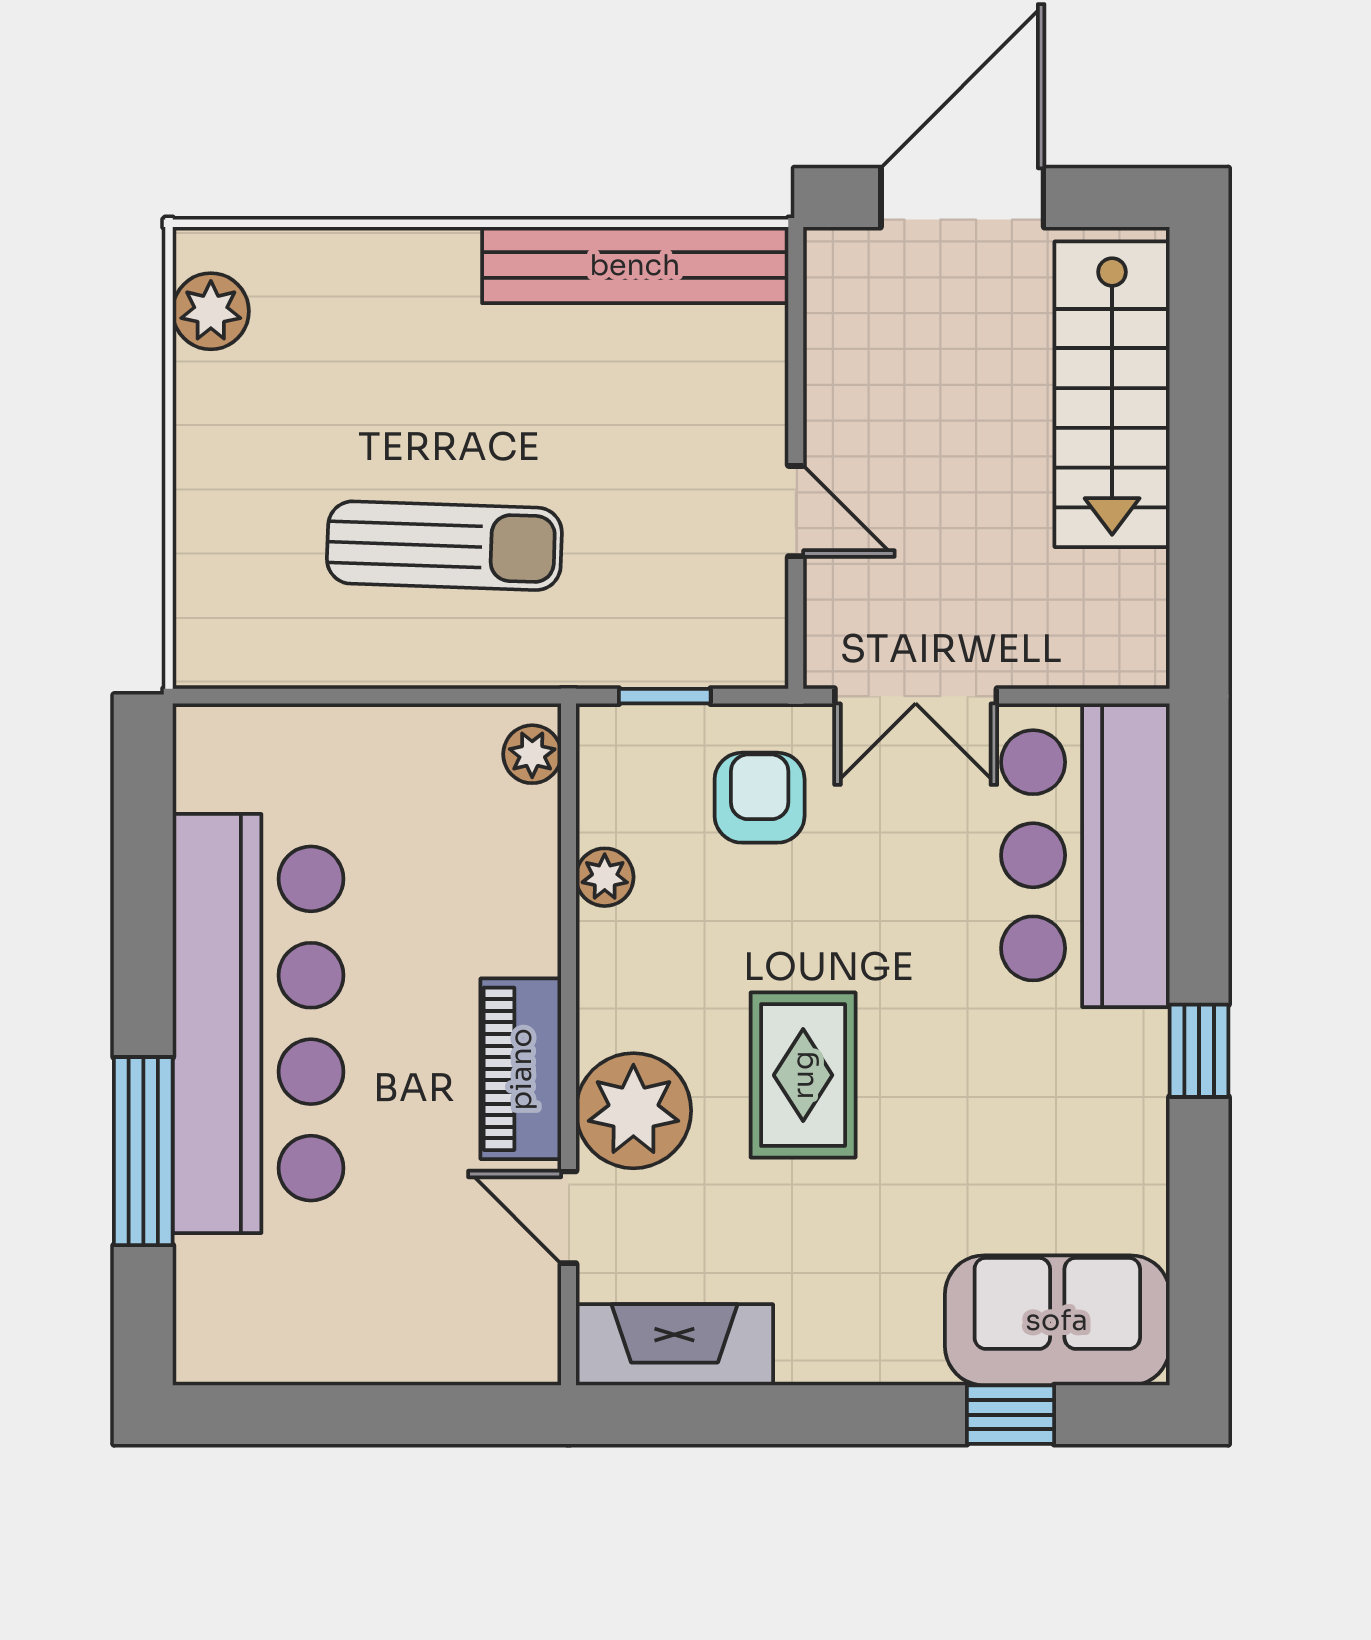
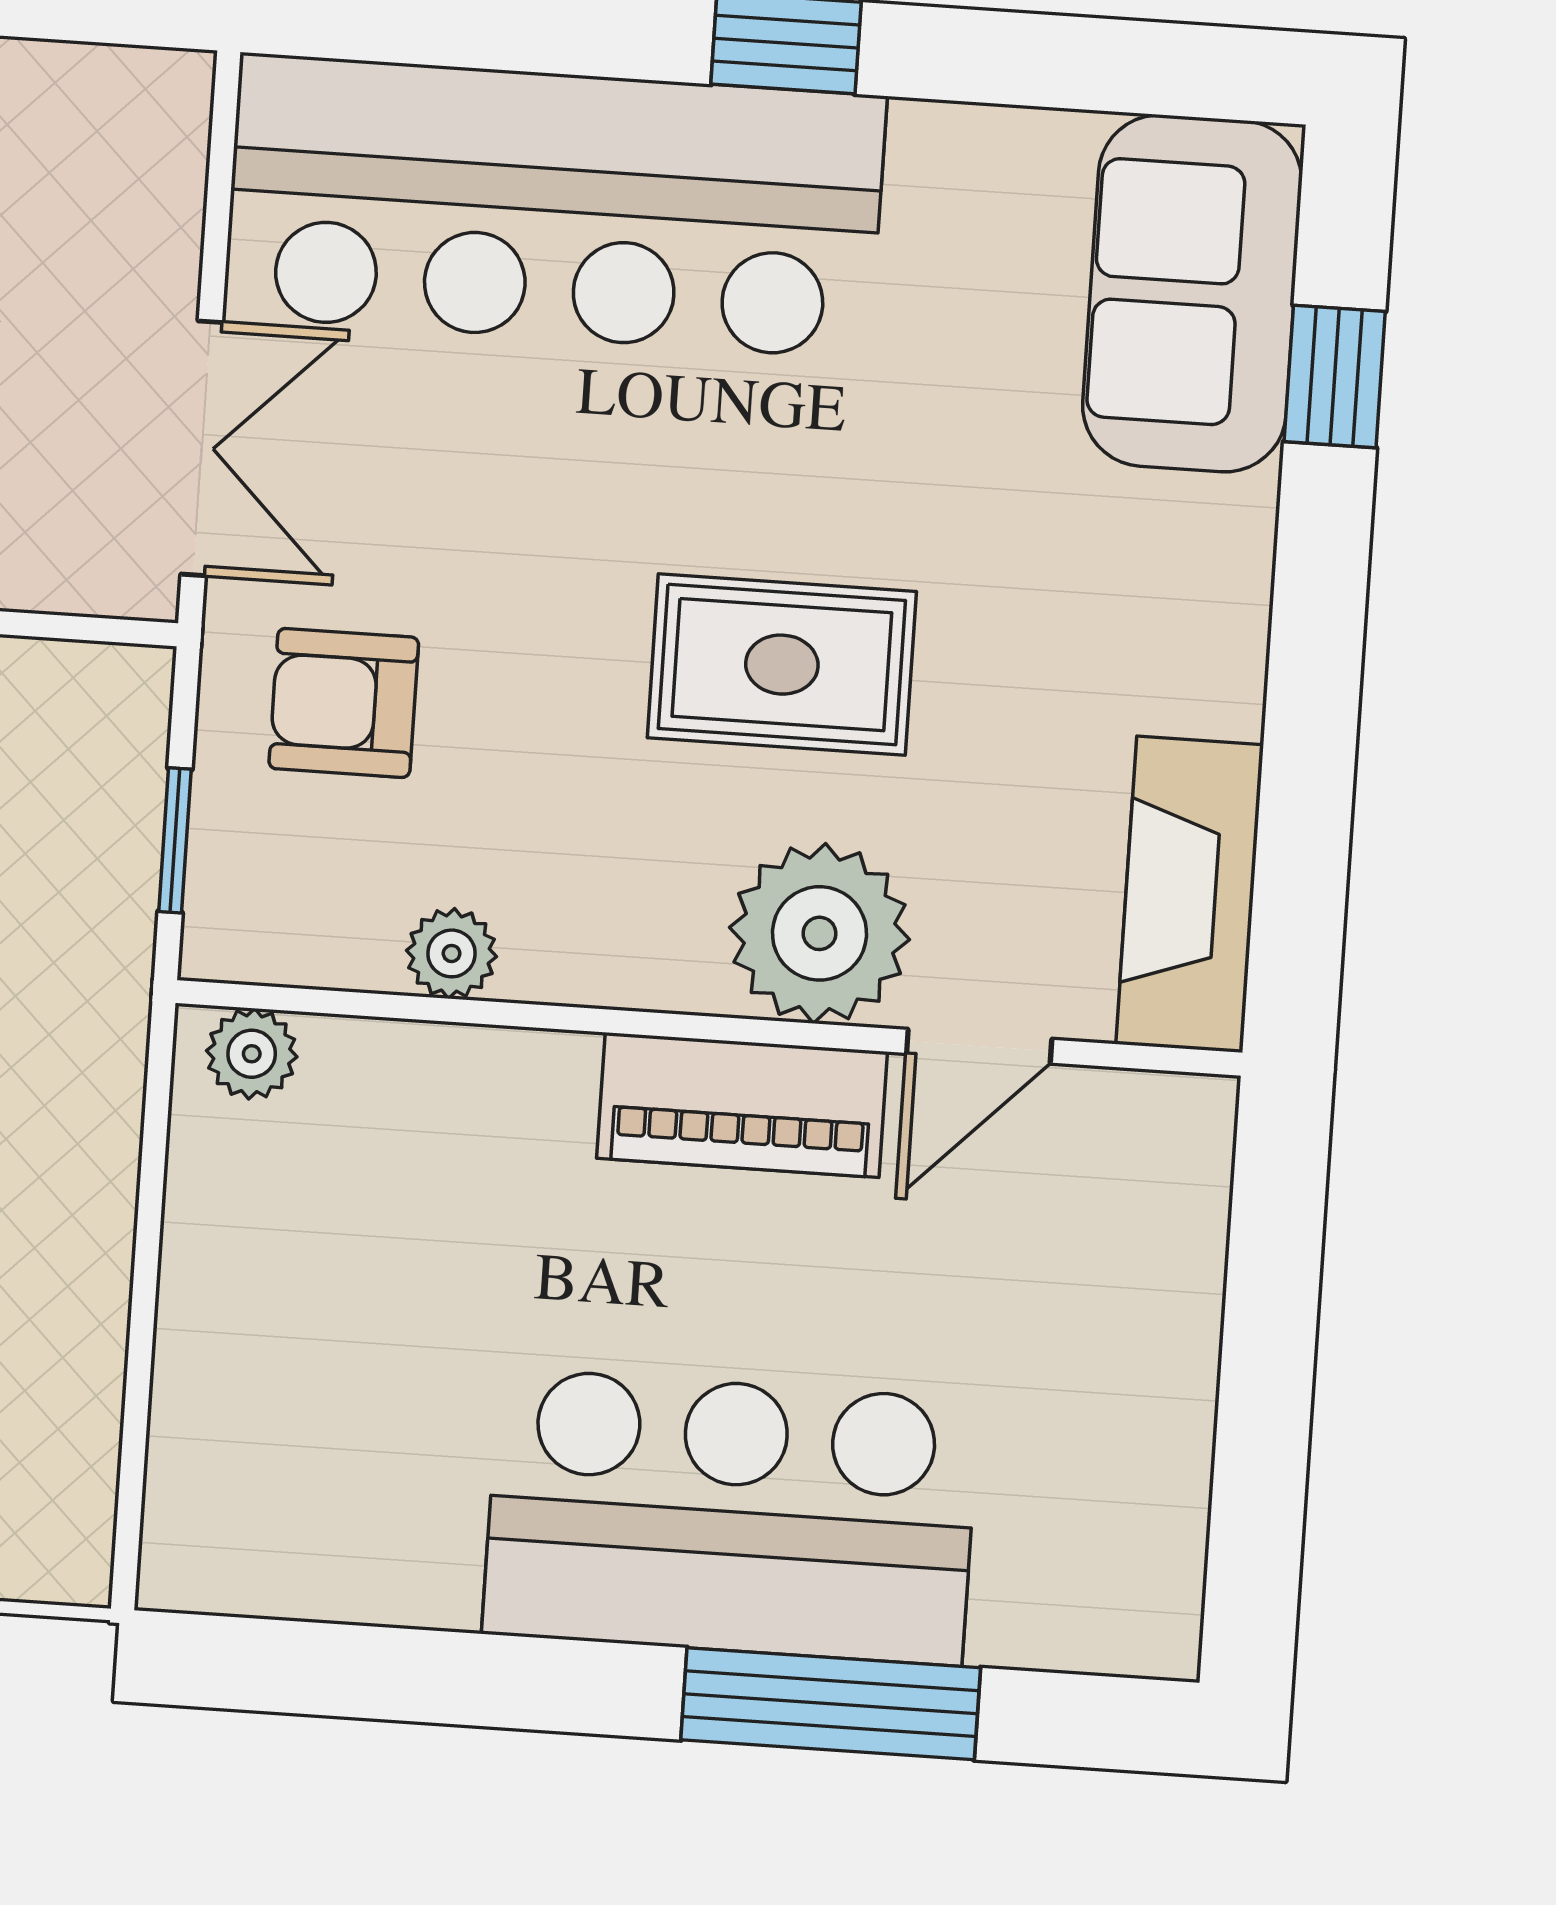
bar counter: (1085, 855) -> (555, 206), width x1.36
bar counter: (258, 1023) -> (731, 1517), width x0.73

